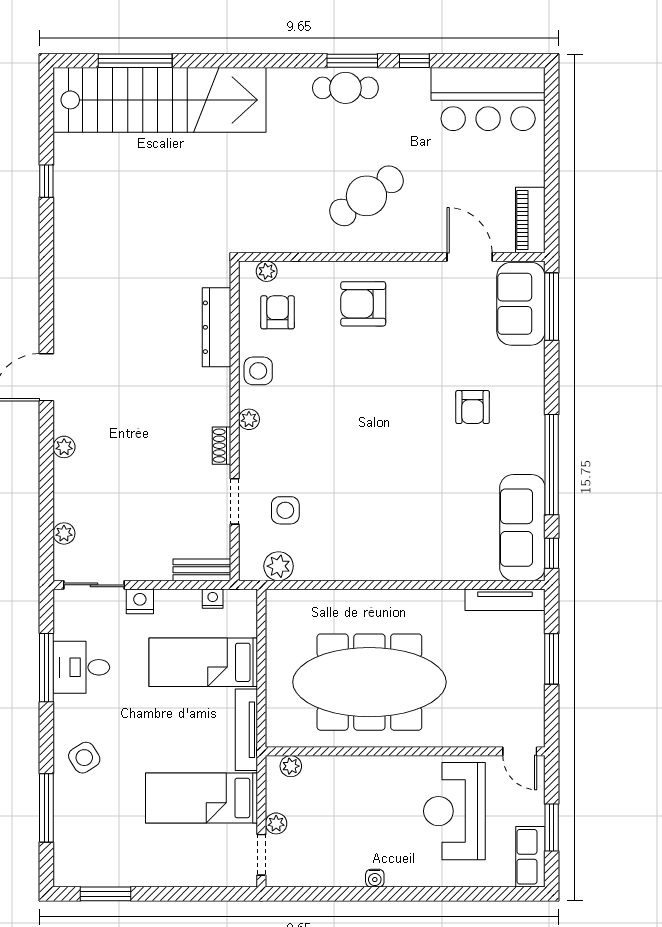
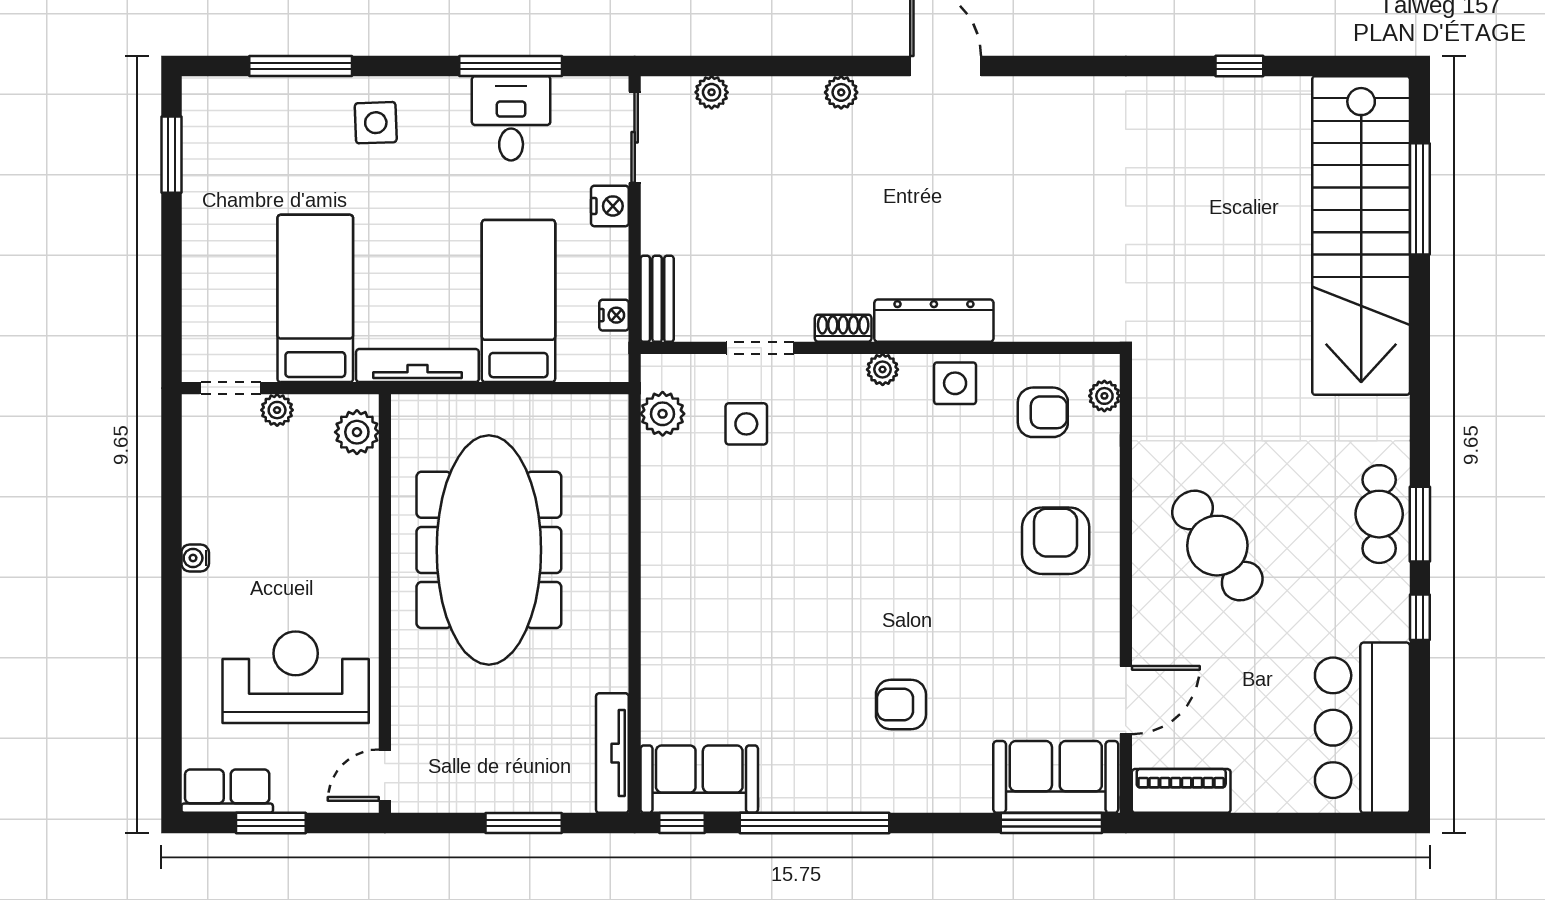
dresser: (216, 327) -> (934, 321), moved
sofa: (522, 528) -> (699, 779), width x0.73
side table: (84, 758) -> (376, 123), turned 30
plant: (291, 766) -> (357, 432), width x1.38, depth x1.38

